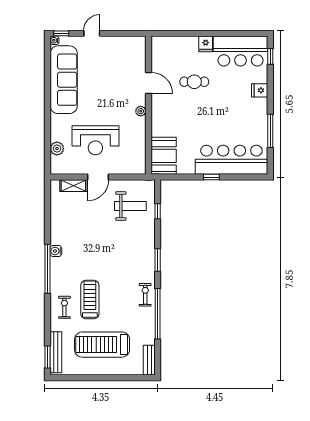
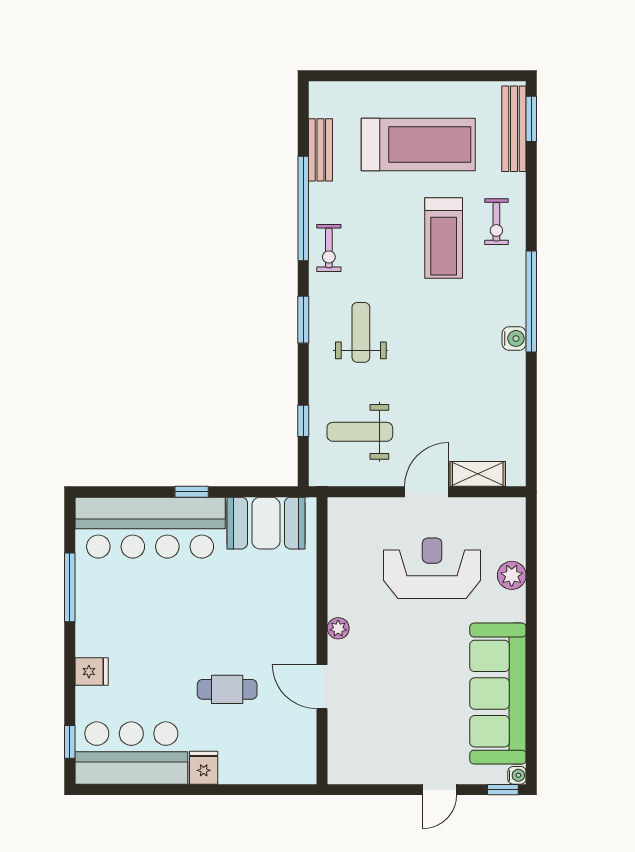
plant: (57, 149) -> (512, 575), moved
booth: (164, 156) -> (266, 523), moved, turned 90
weight bench: (130, 254) -> (361, 332), added
bench: (149, 360) -> (320, 150), moved

